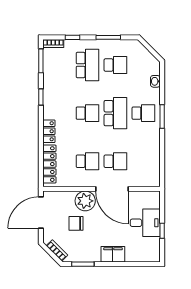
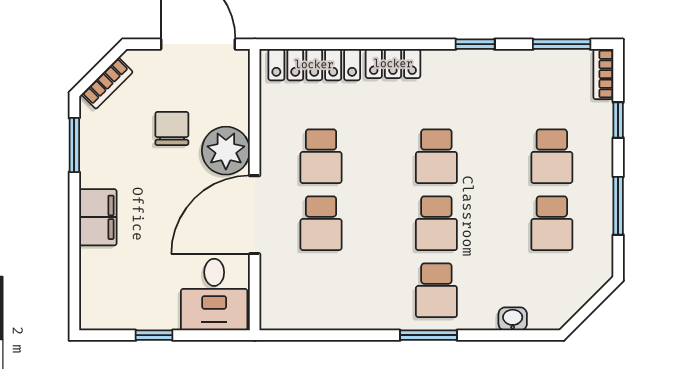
school desk: (87, 65) -> (552, 156), width x0.54
school desk: (115, 113) -> (436, 223), width x0.54
desk: (145, 223) -> (214, 295), moved

